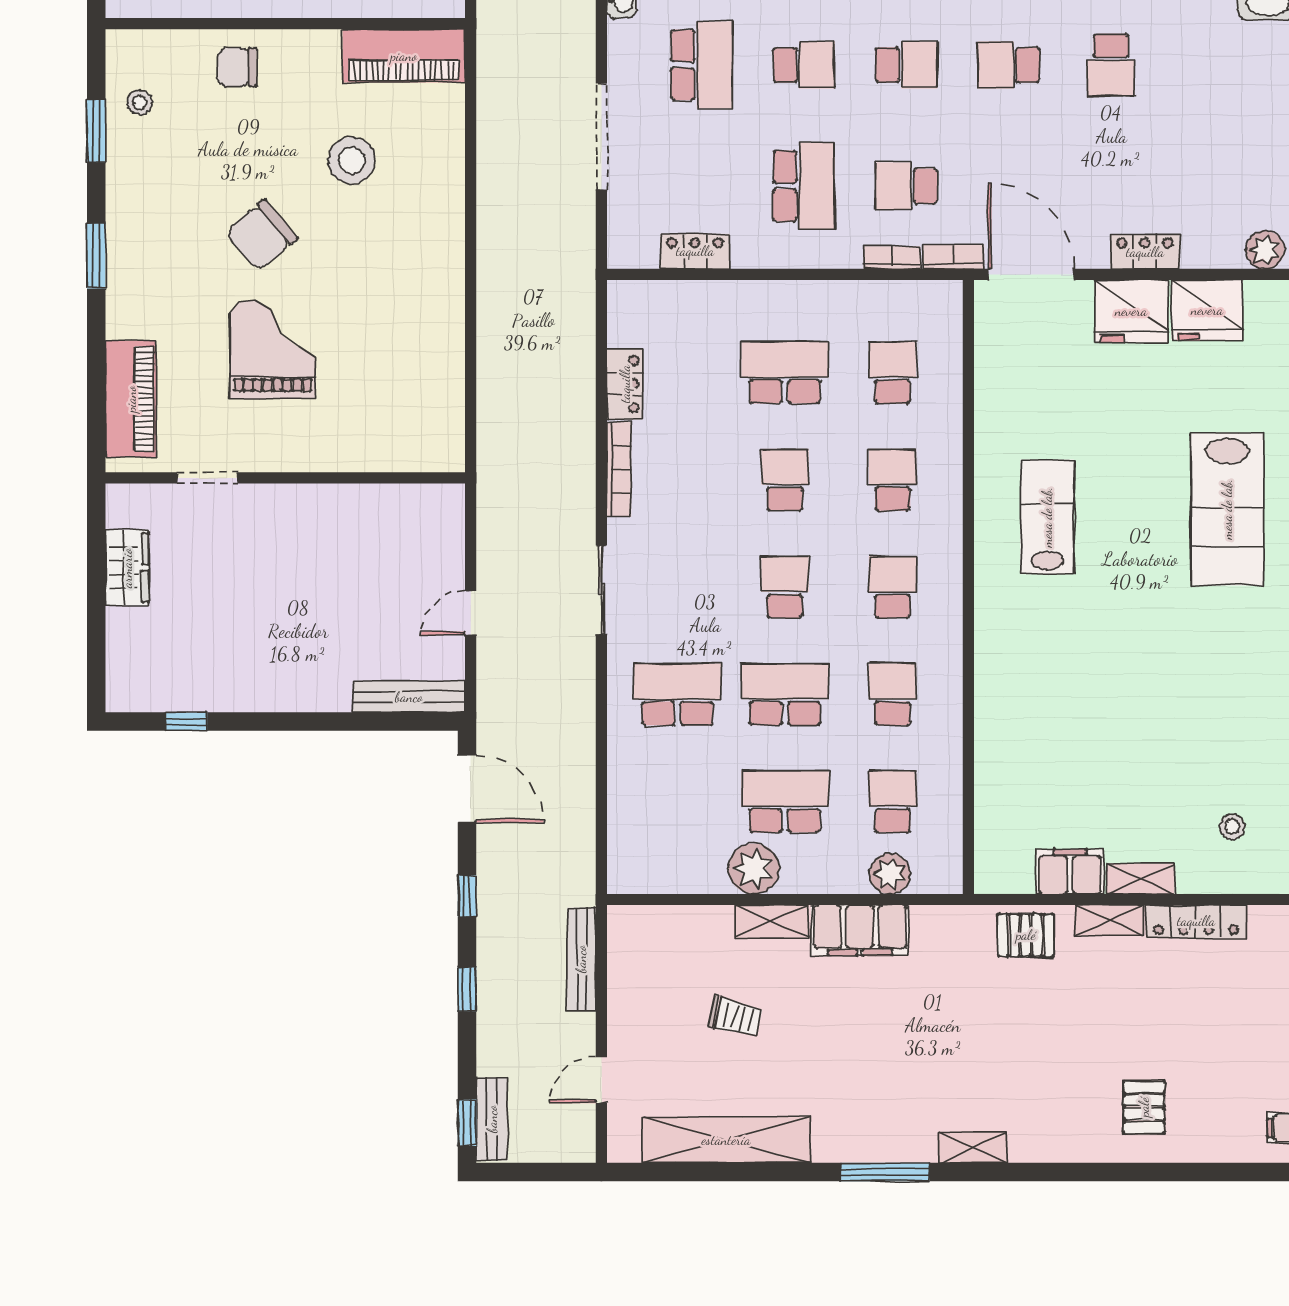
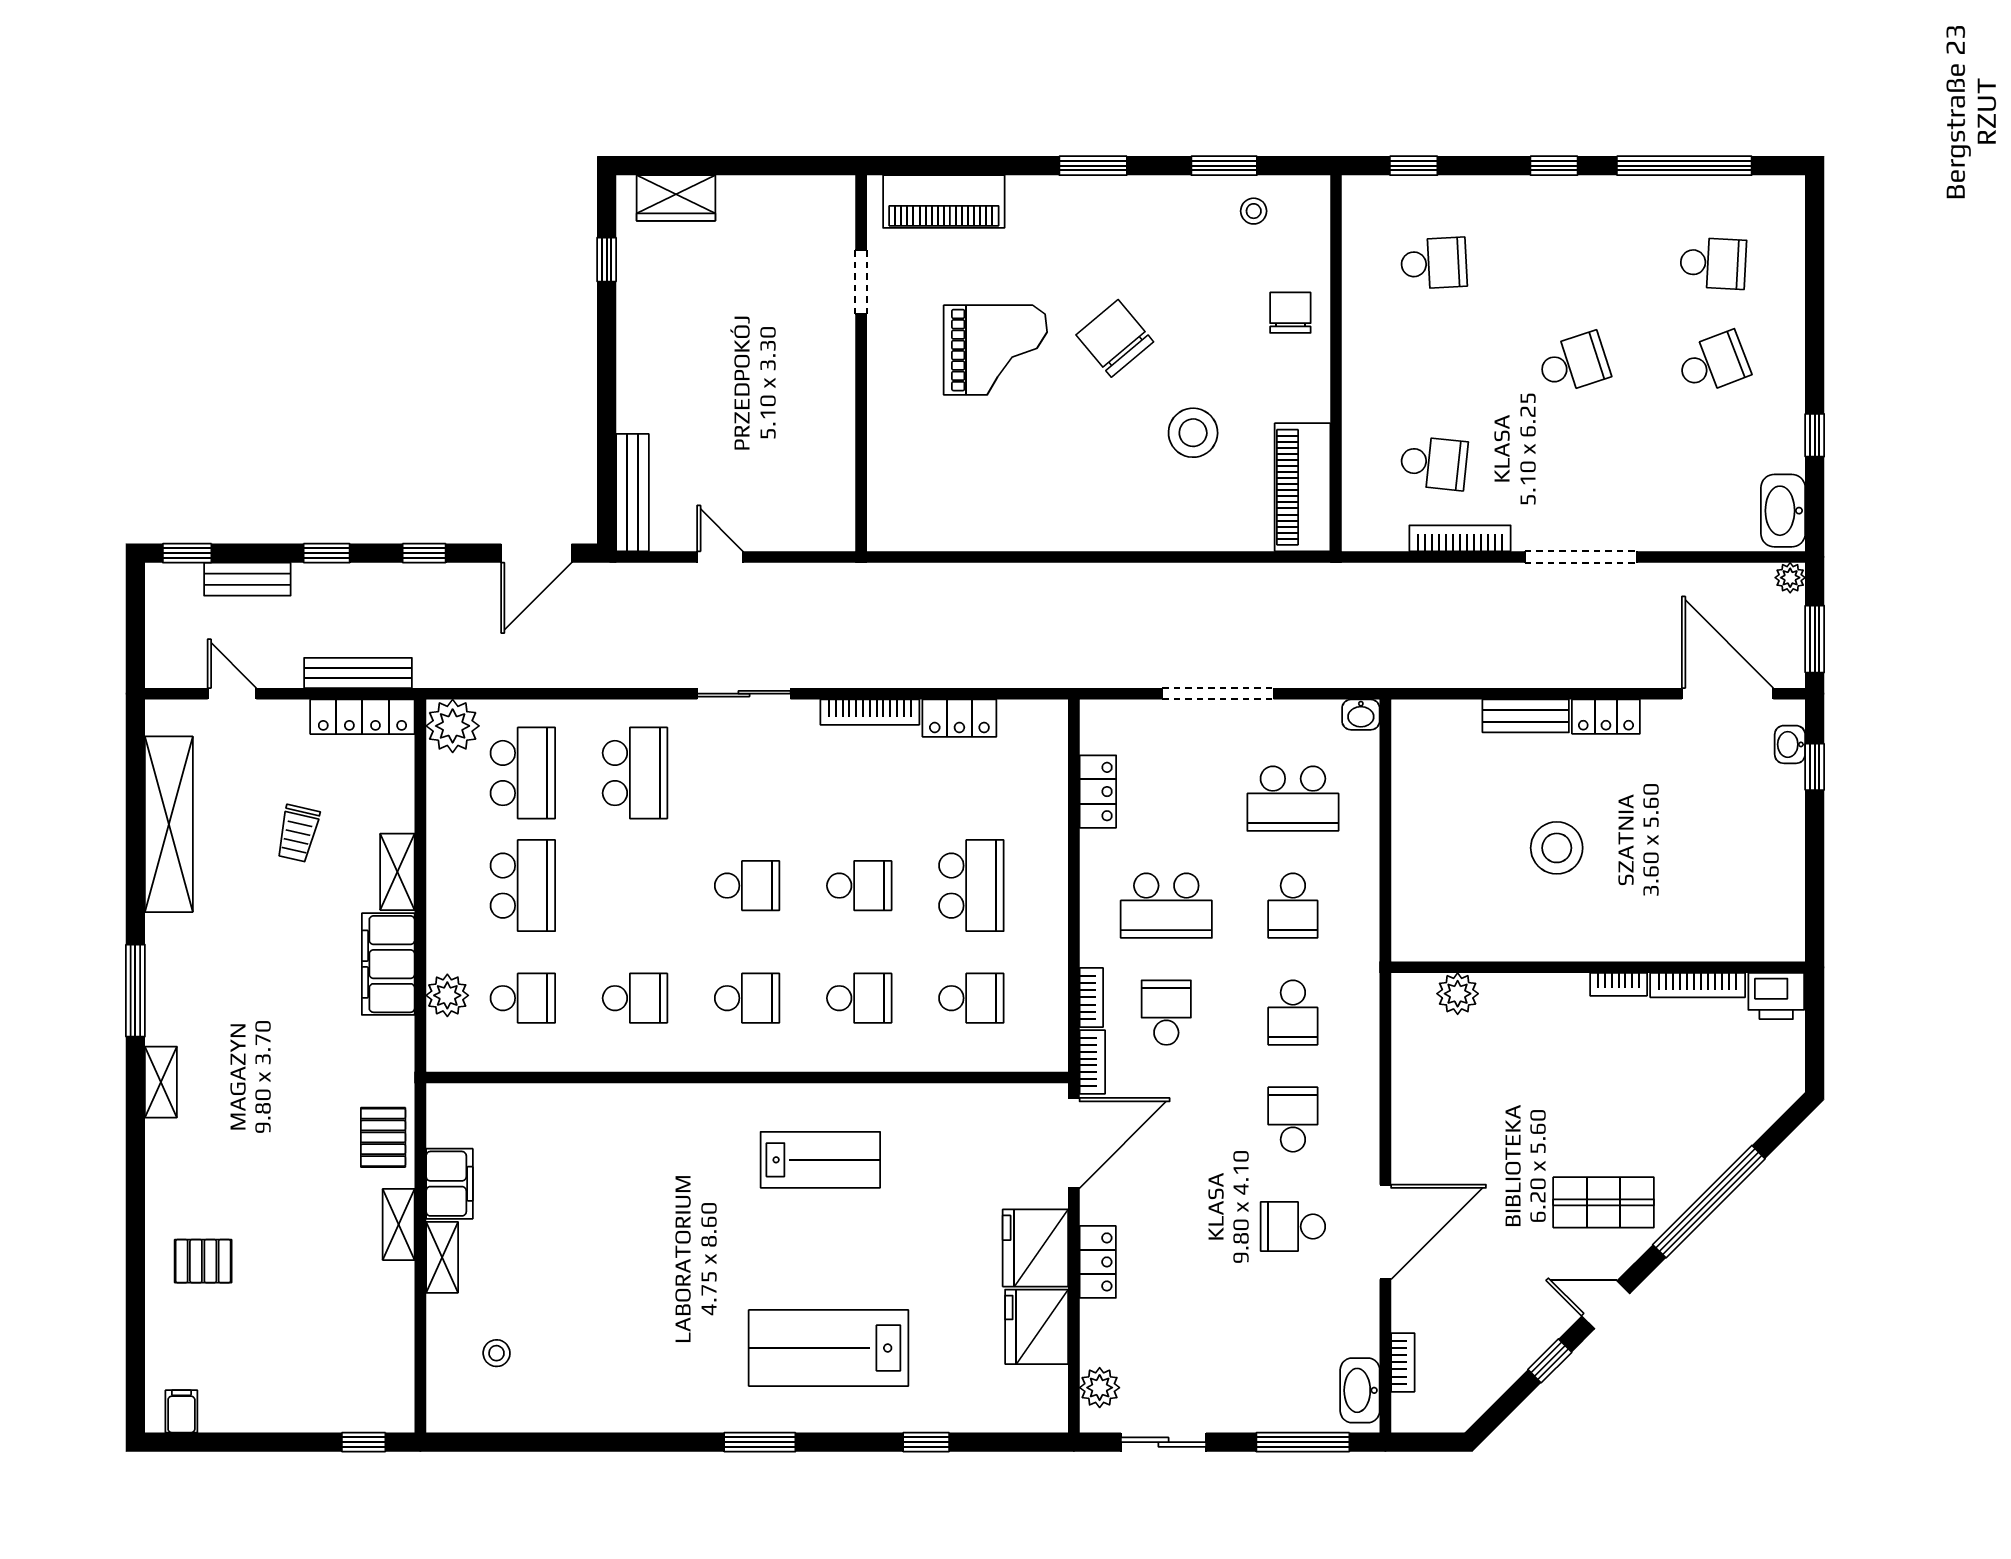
wardrobe: (127, 568) -> (676, 198), moved
school desk: (785, 694) -> (523, 773), moved
plant: (754, 869) -> (453, 726), moved
locker: (1196, 921) -> (362, 717), moved, turned -90
bench: (492, 1119) -> (247, 579), moved

